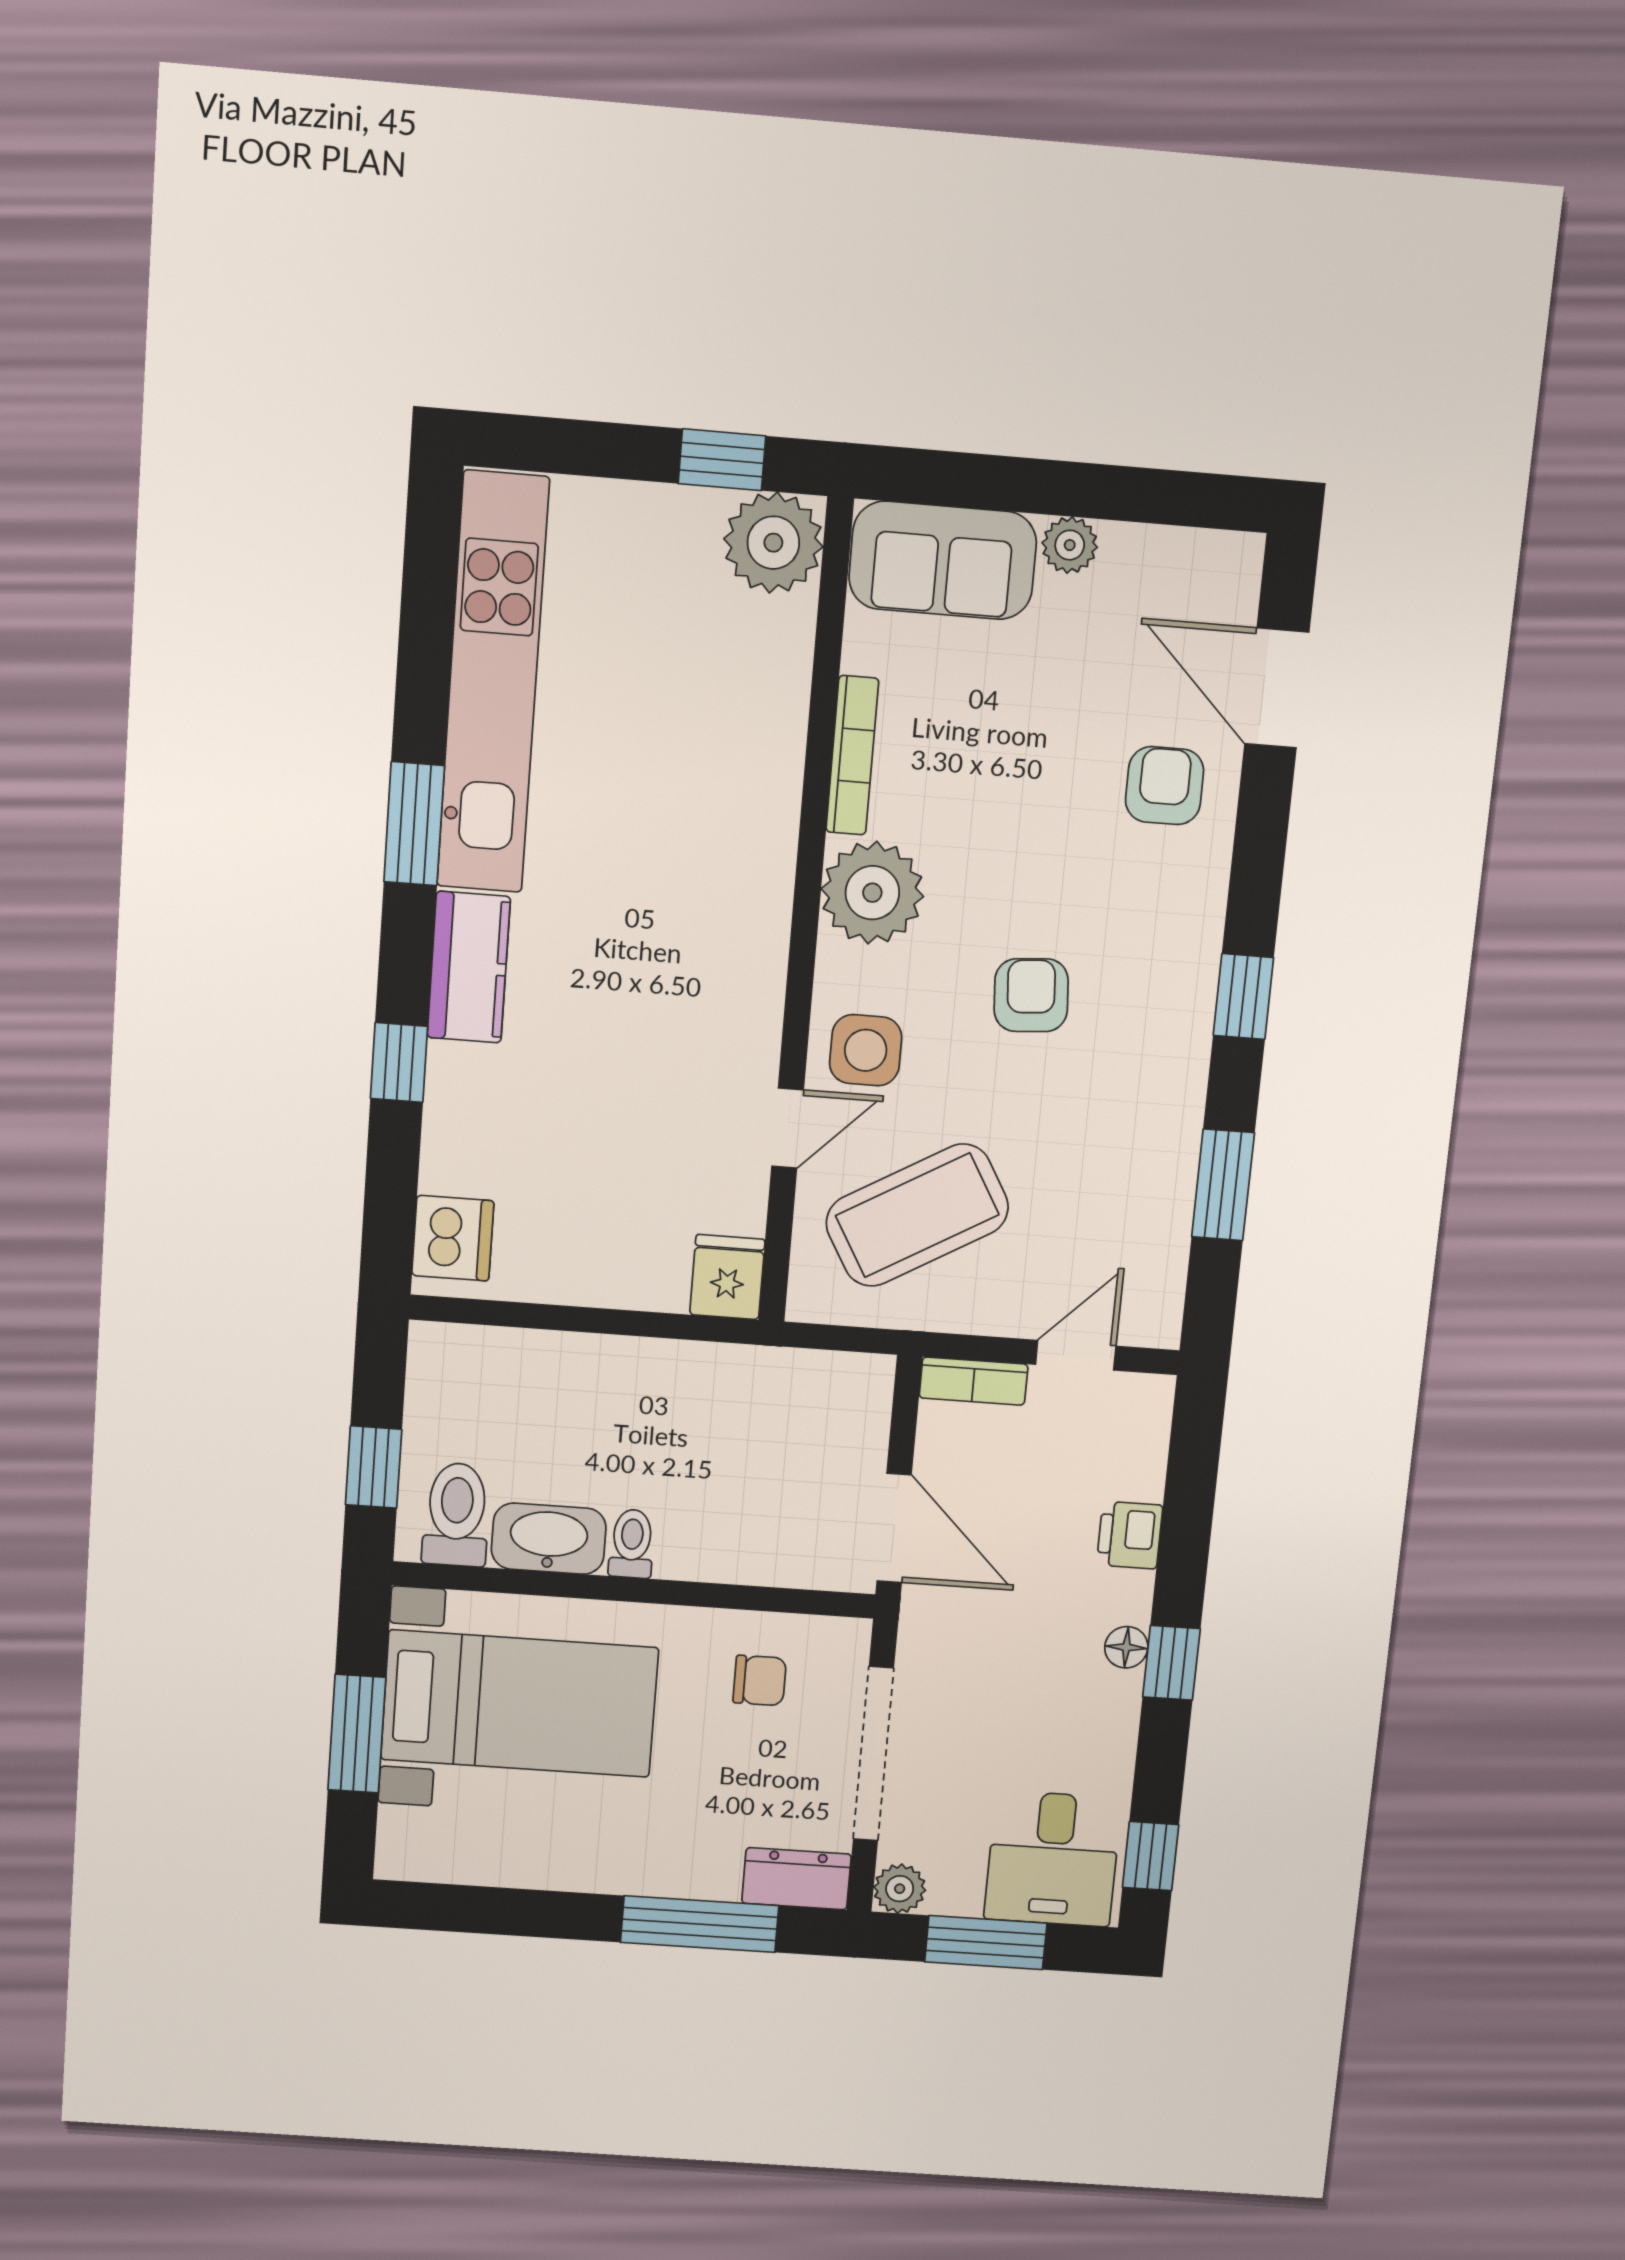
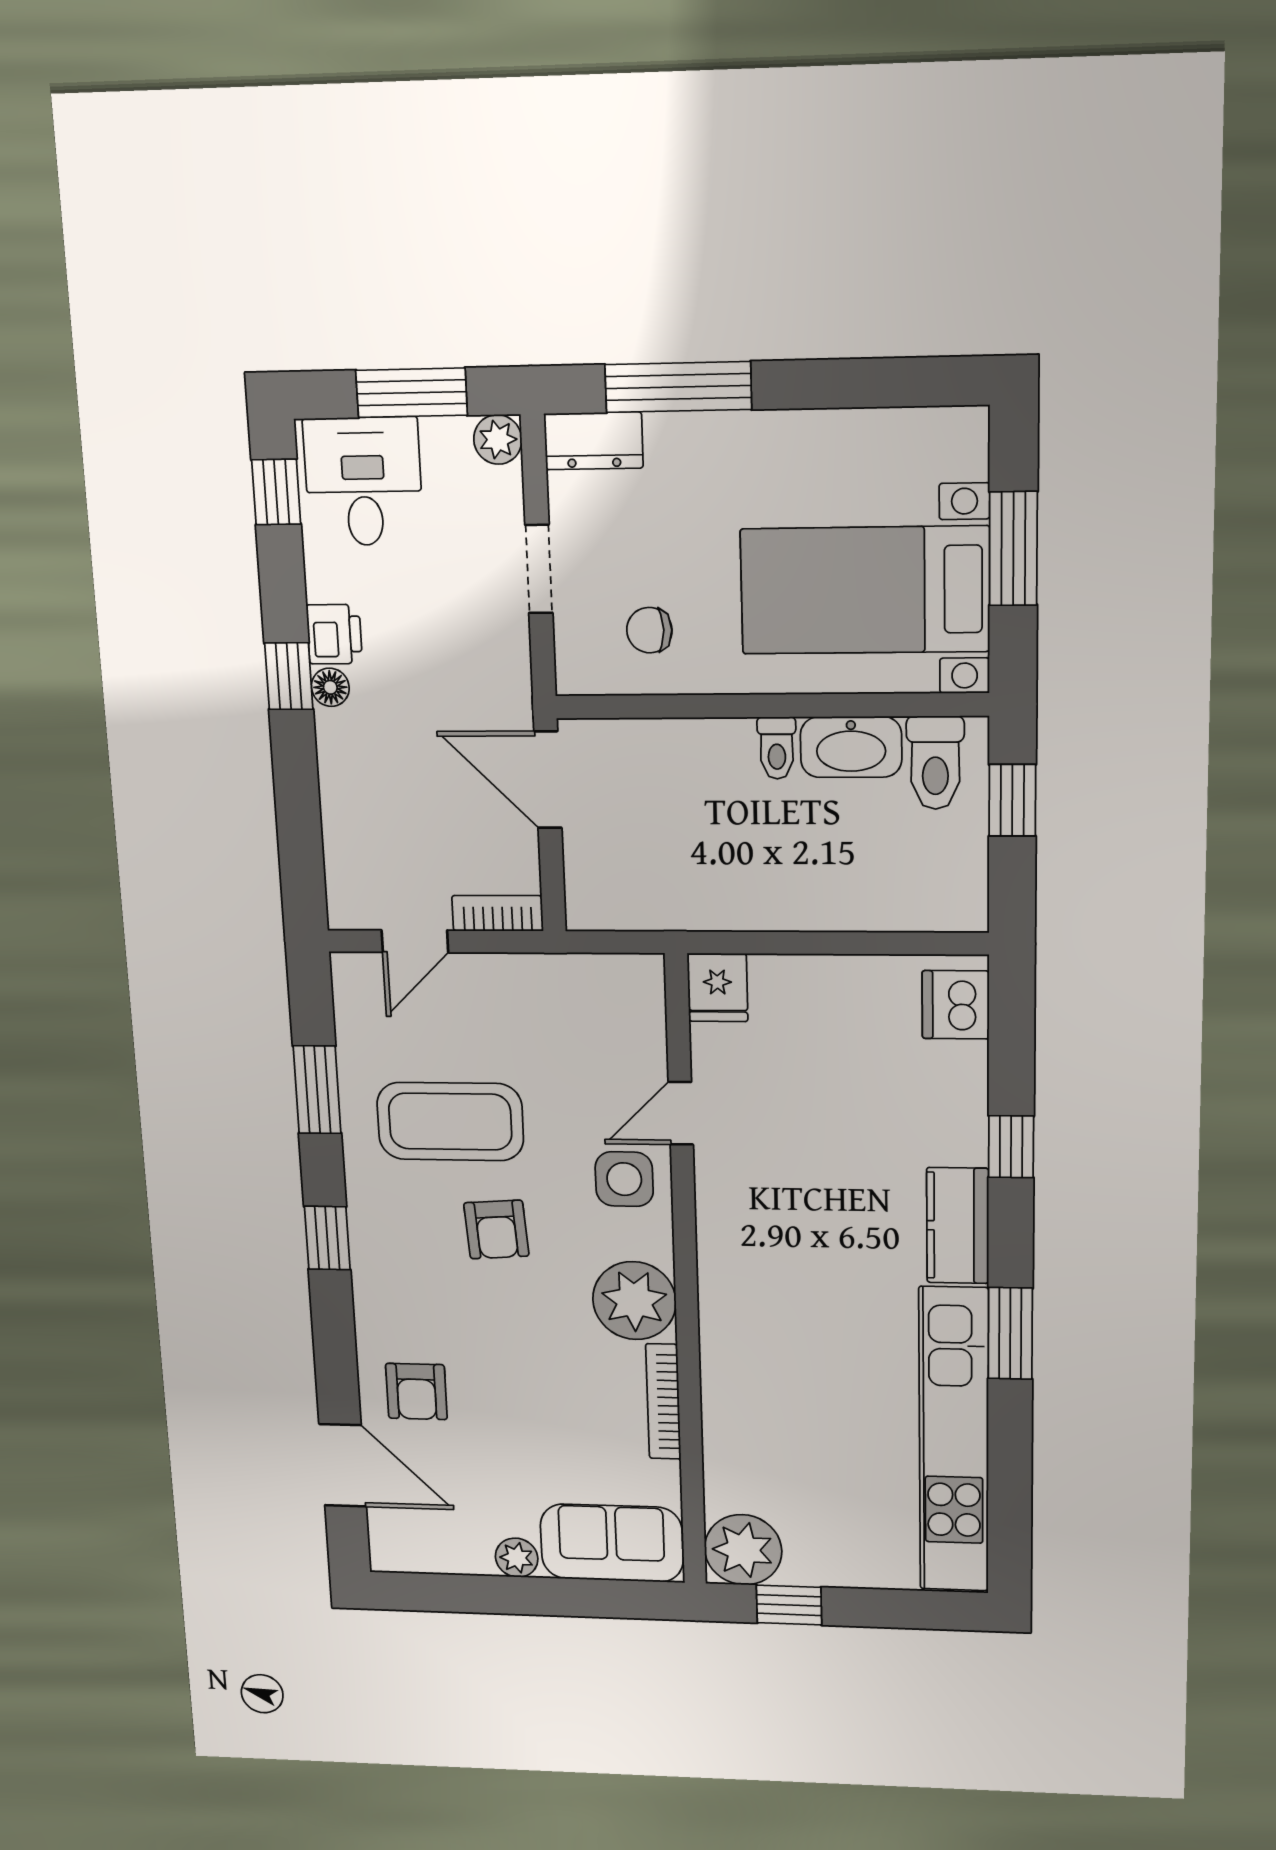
coffee table: (917, 1215) -> (450, 1122), moved, turned 30
printer: (1130, 1535) -> (334, 634), moved
doorway: (873, 1754) -> (539, 569), width x0.53

